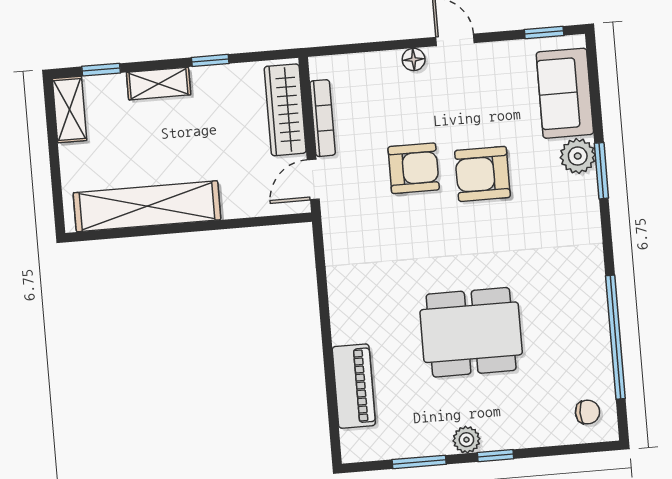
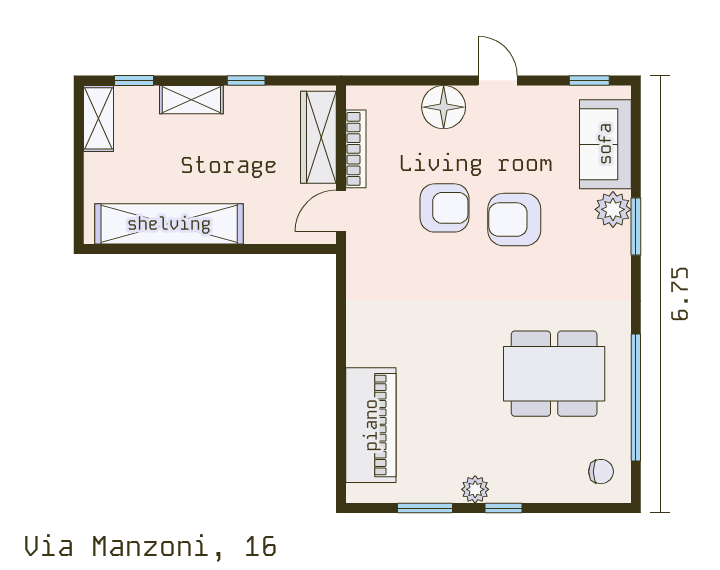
floor lamp: (414, 59) -> (444, 107), width x1.89, depth x1.89
dining table: (471, 332) -> (554, 374), moved
piano: (354, 386) -> (371, 425), width x1.37, depth x1.33

